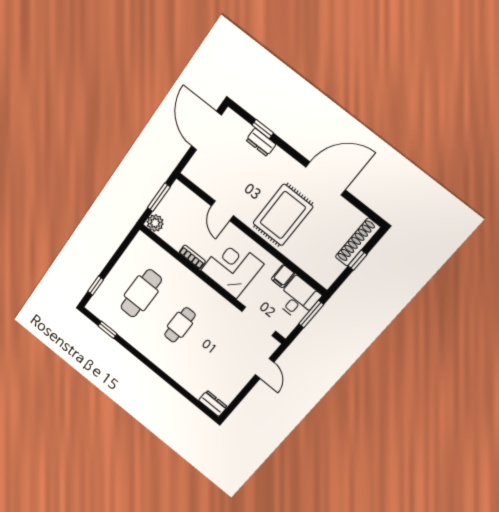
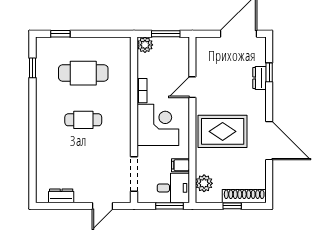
plant: (316, 269) -> (204, 183), added
dresser: (213, 403) -> (61, 196), moved, turned -90

